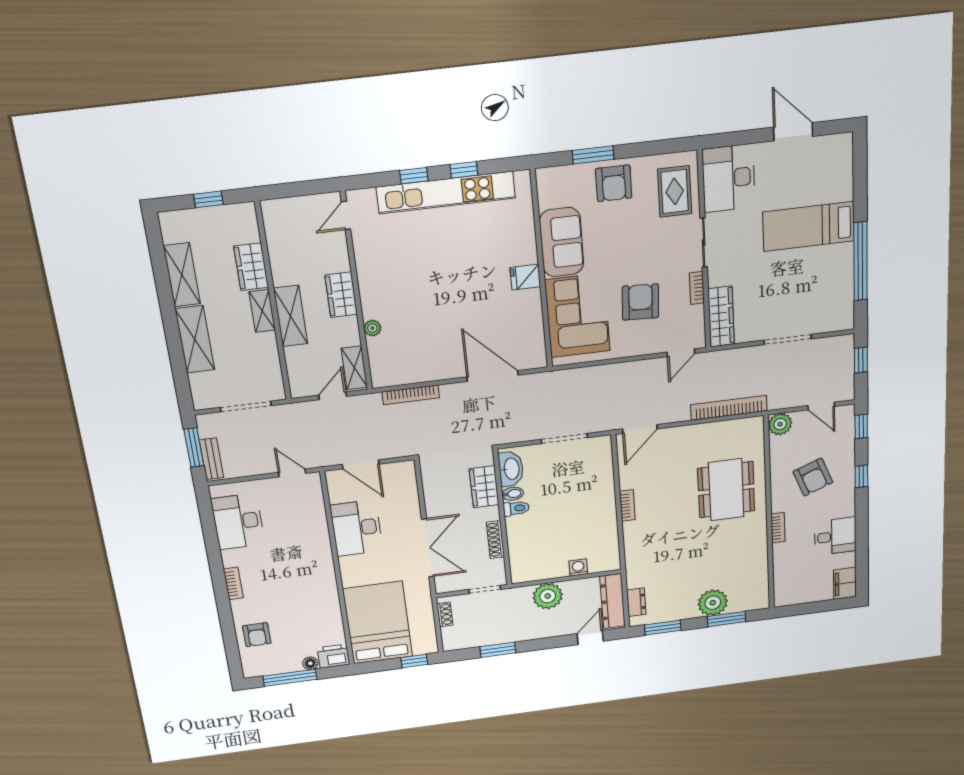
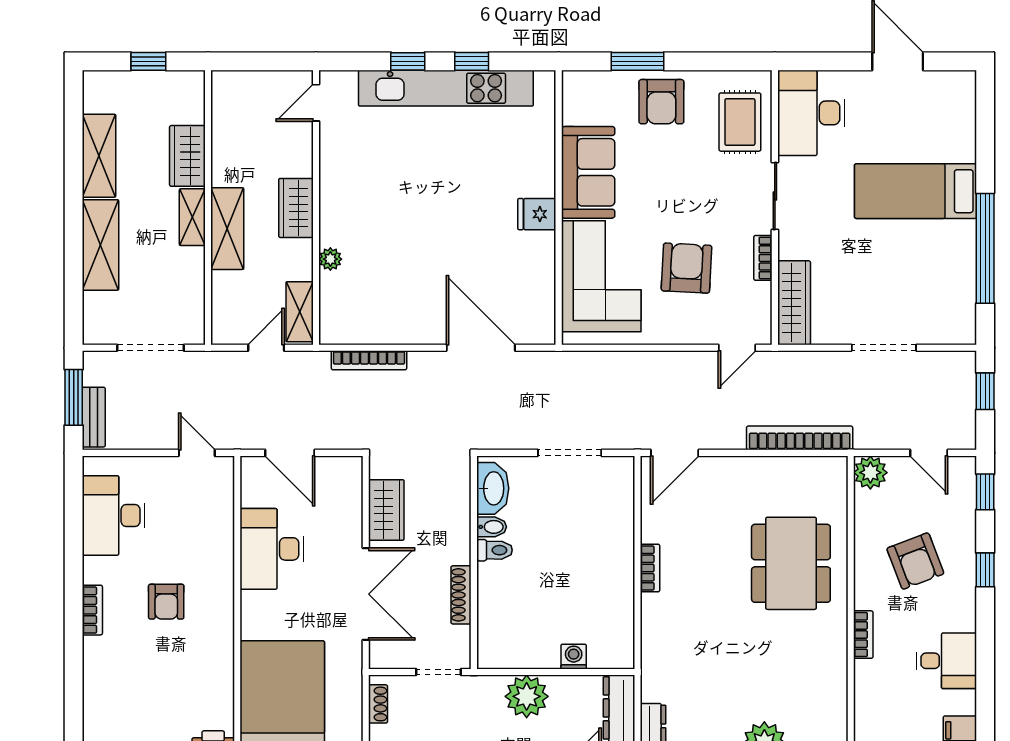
wardrobe: (484, 487) -> (386, 510), moved, turned 180
armchair: (257, 635) -> (166, 602), moved

